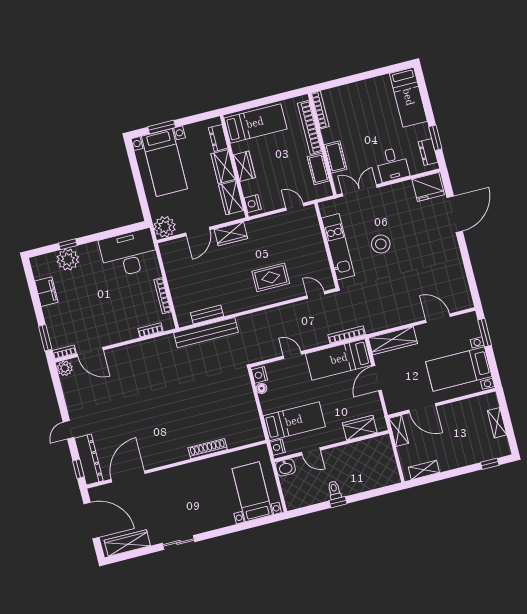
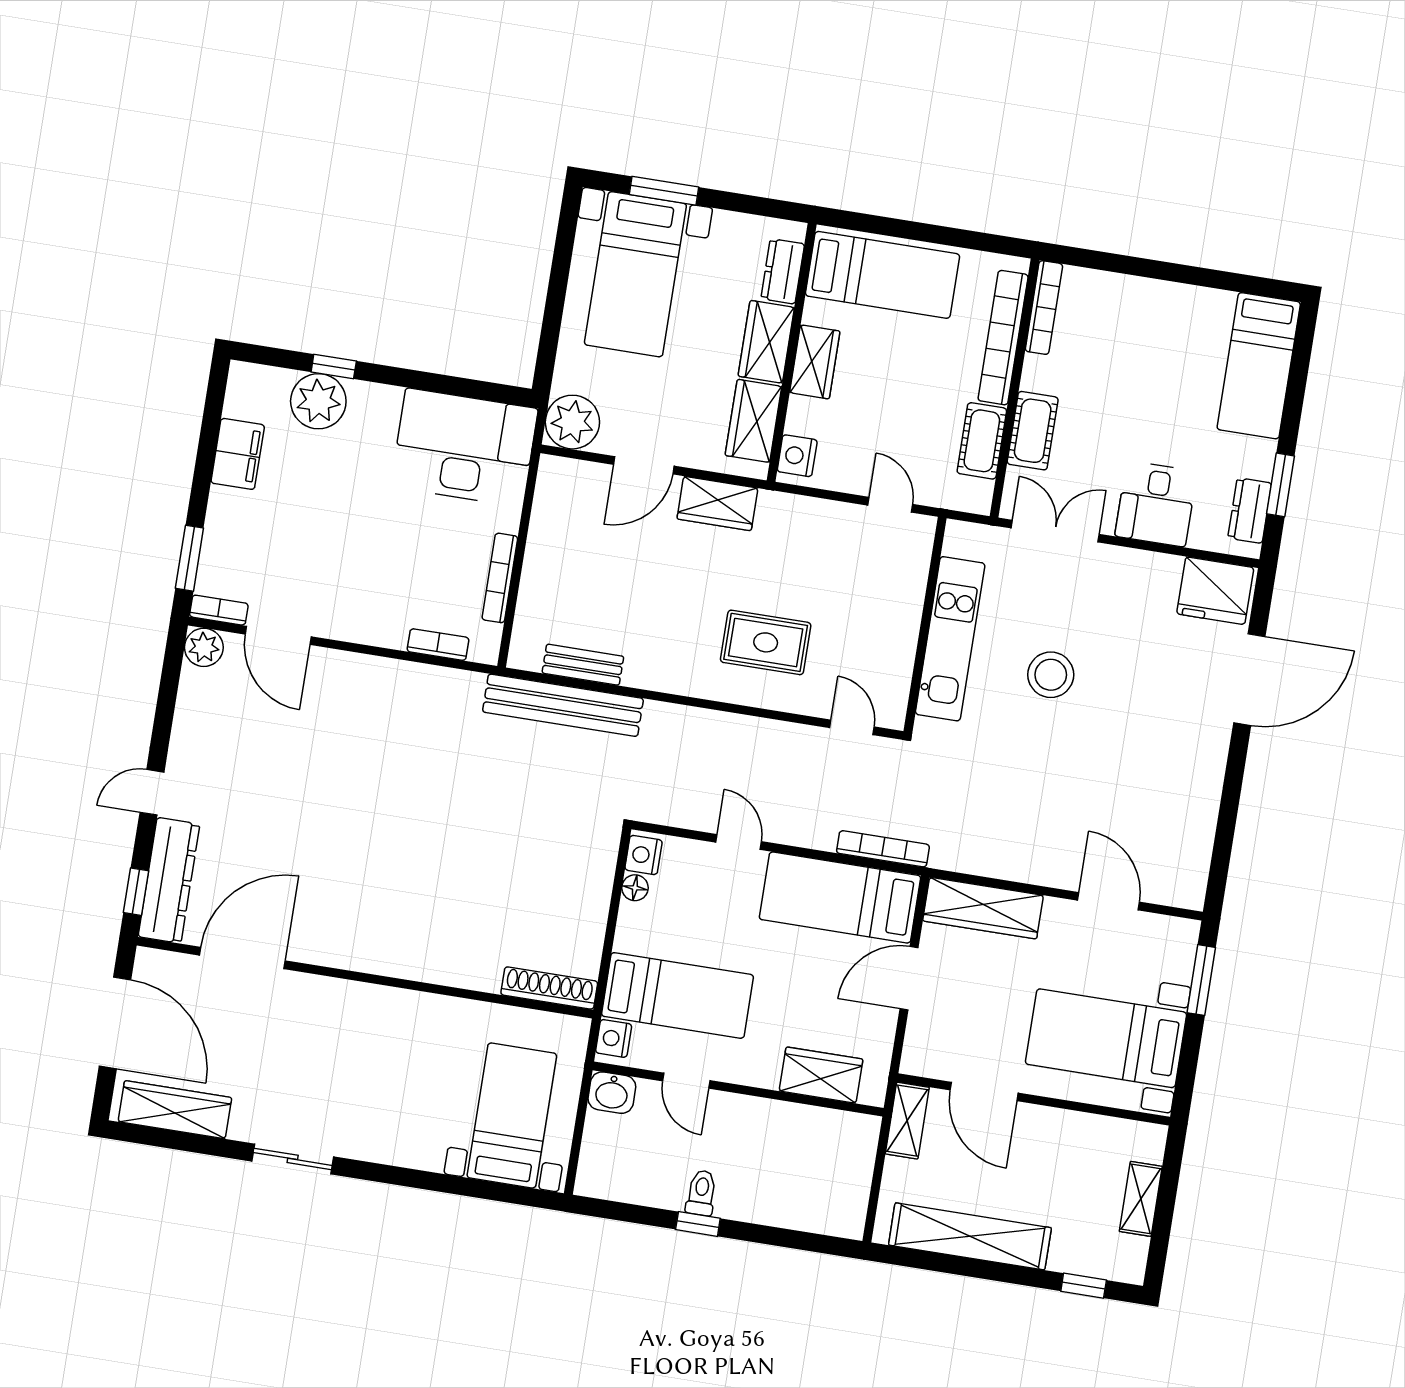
shoe rack: (208, 449) -> (549, 988), moved
shelving: (424, 470) -> (970, 1236), width x2.20, depth x1.33

